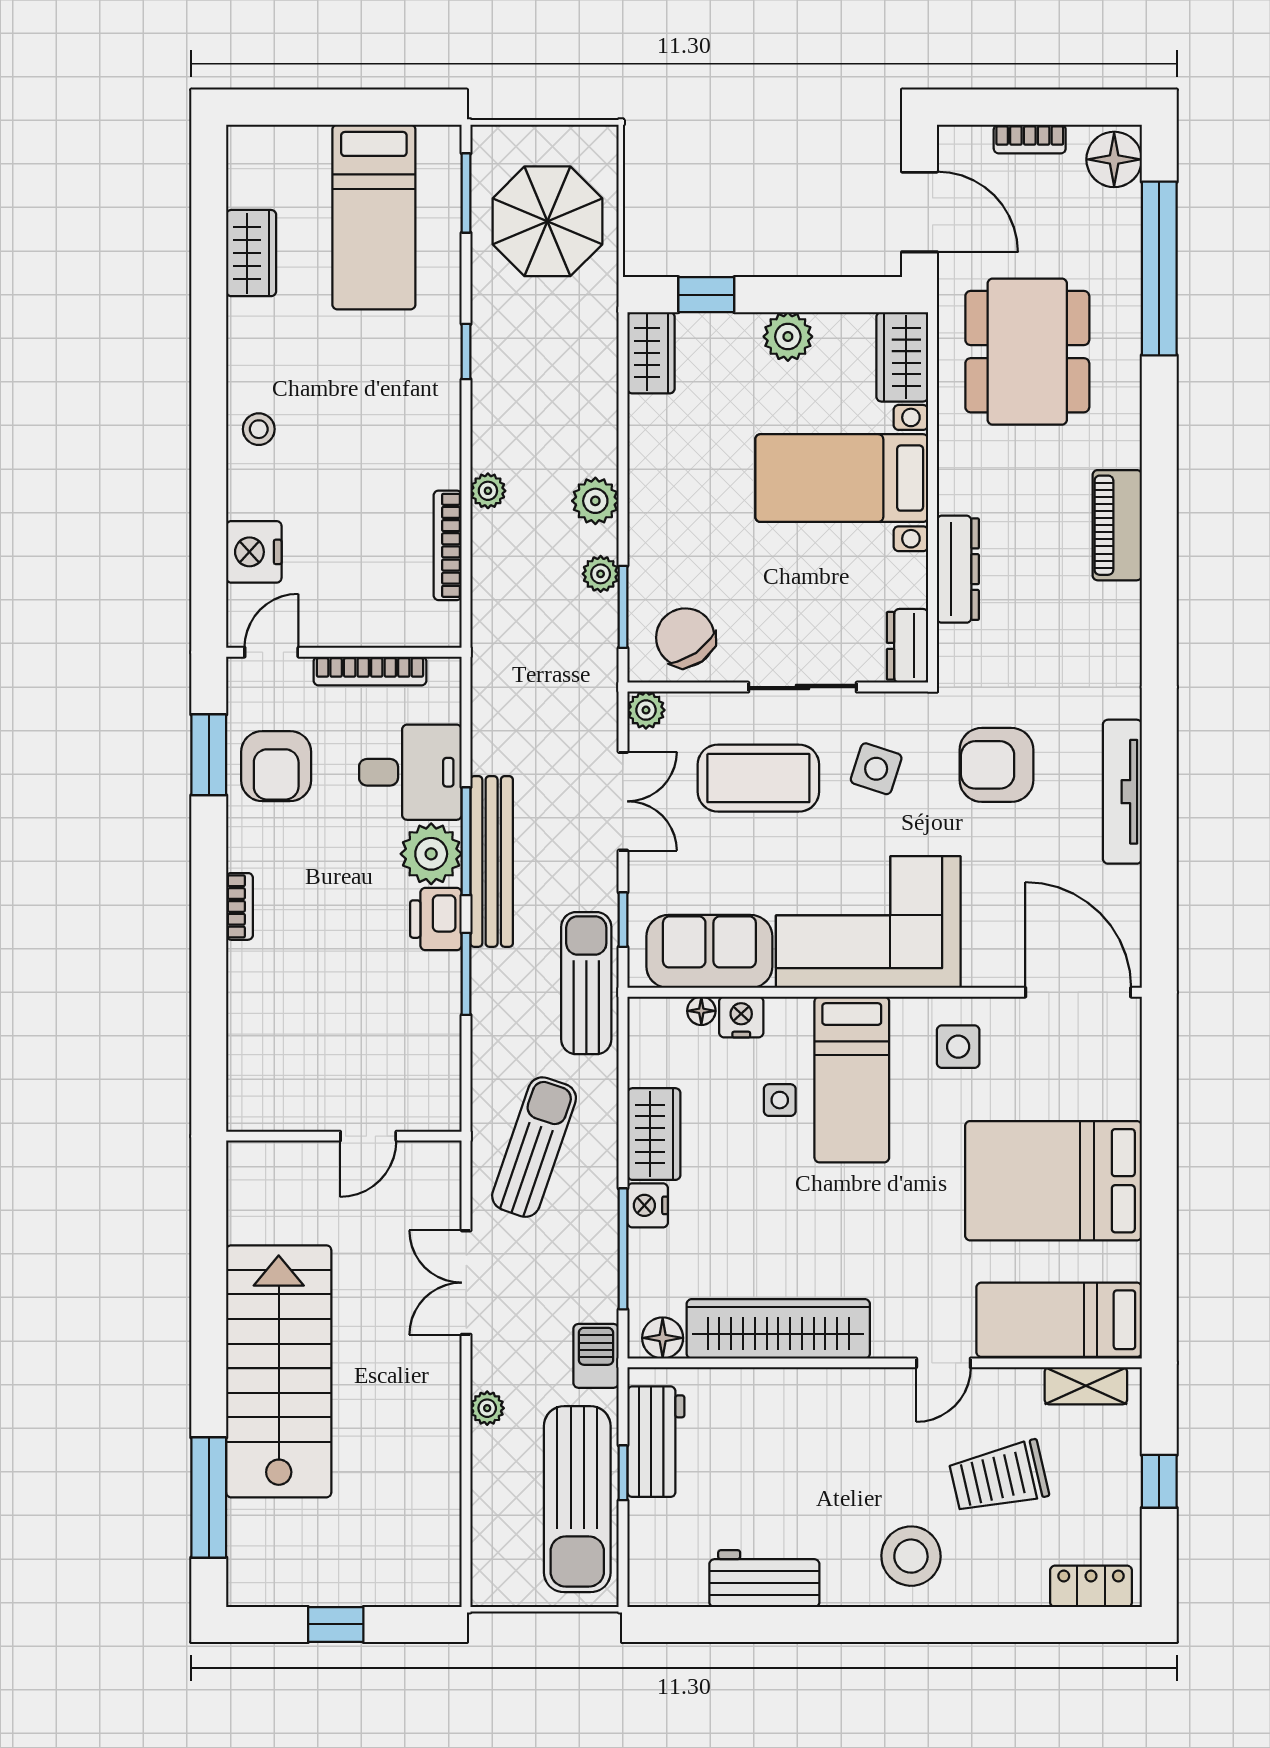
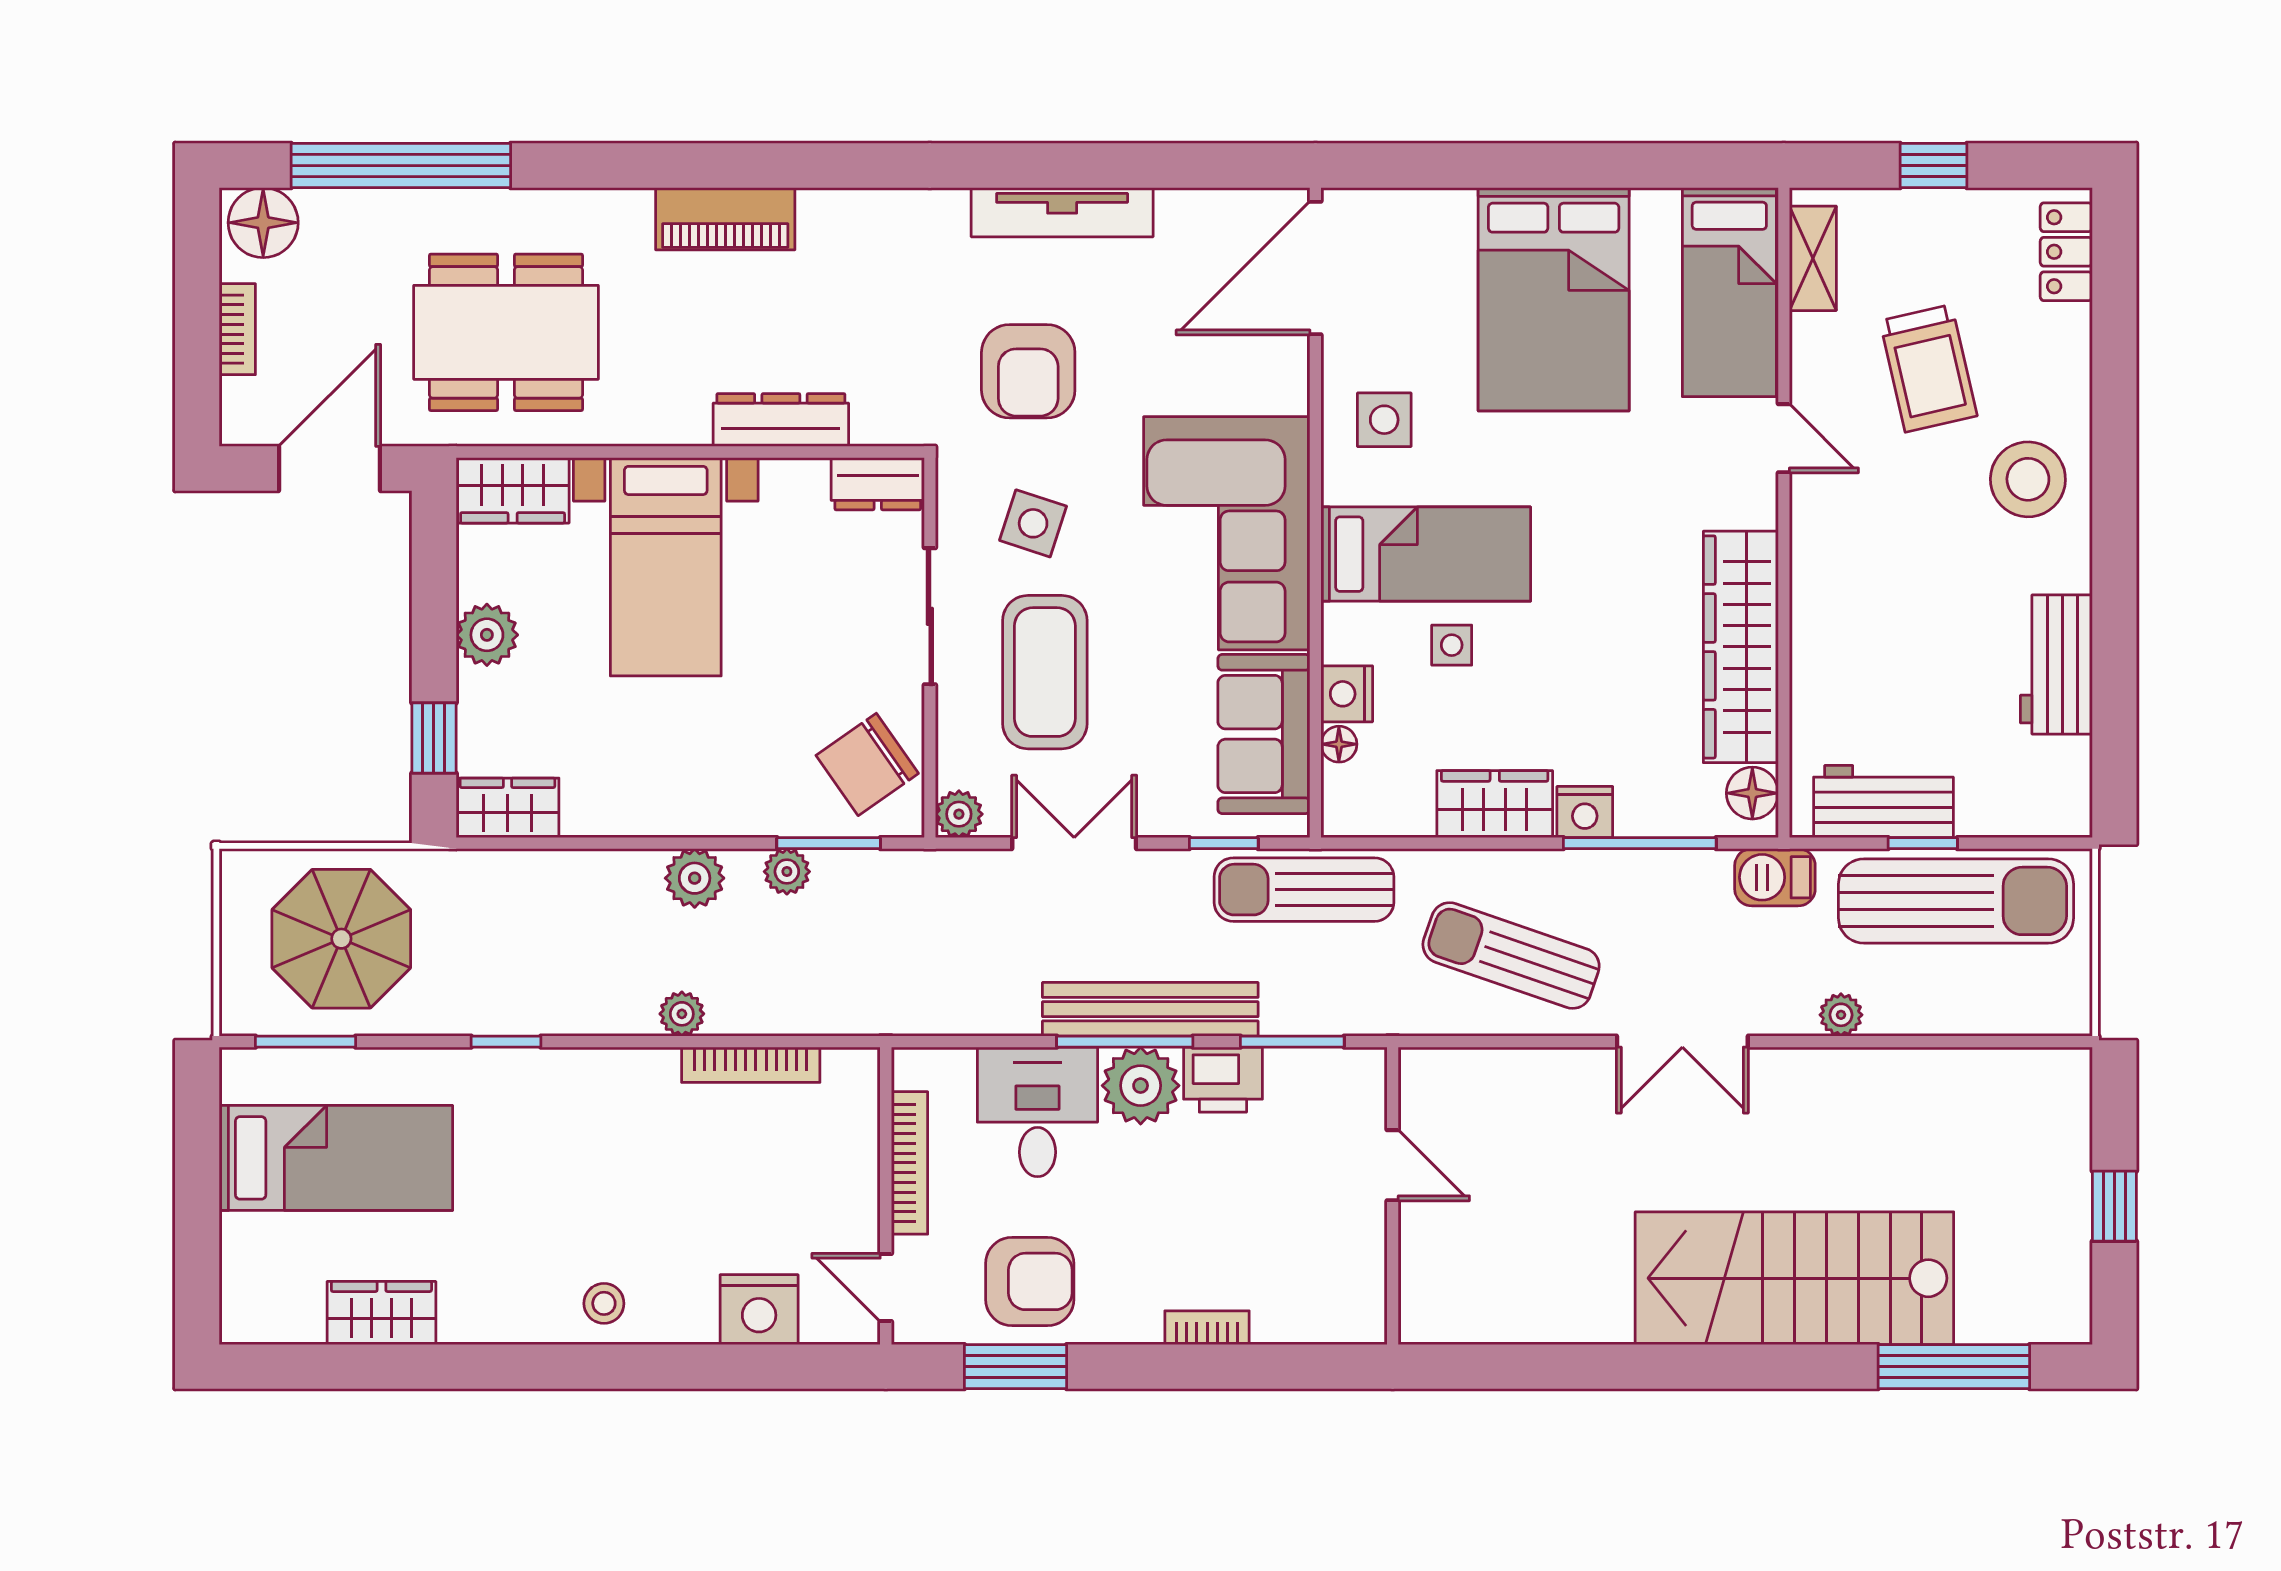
wall: (344, 1136) -> (1393, 1196), moved
door: (368, 1136) -> (1393, 1165), moved

